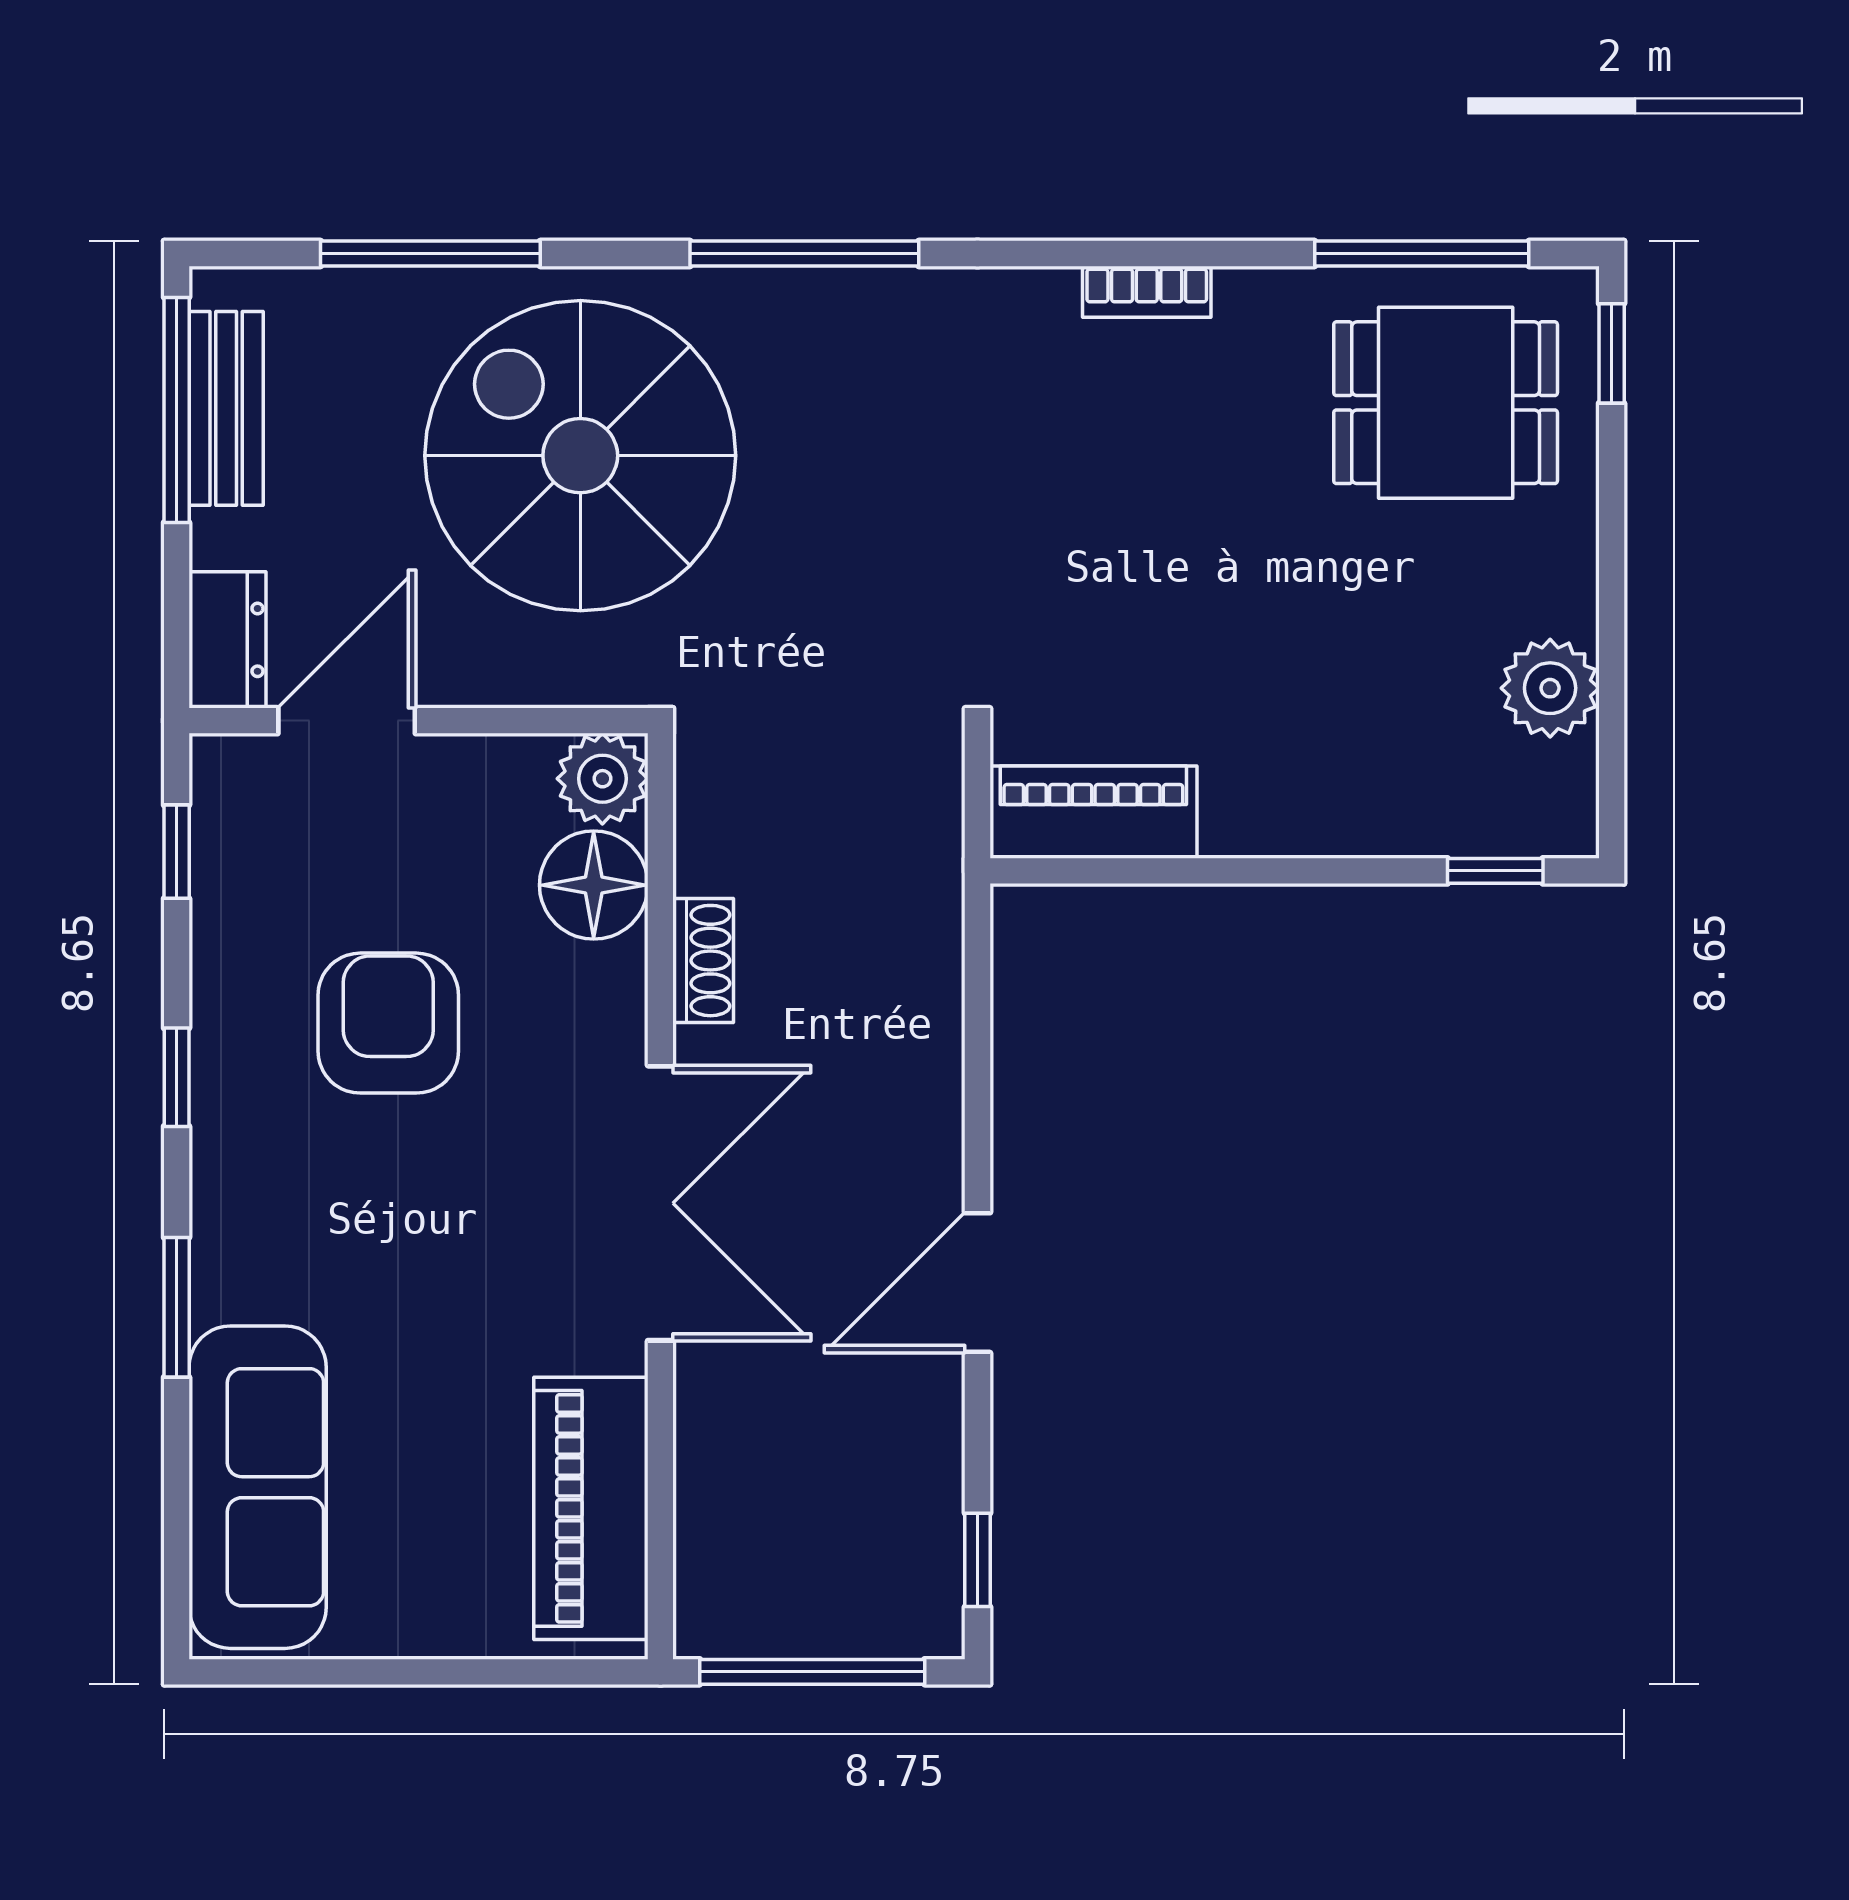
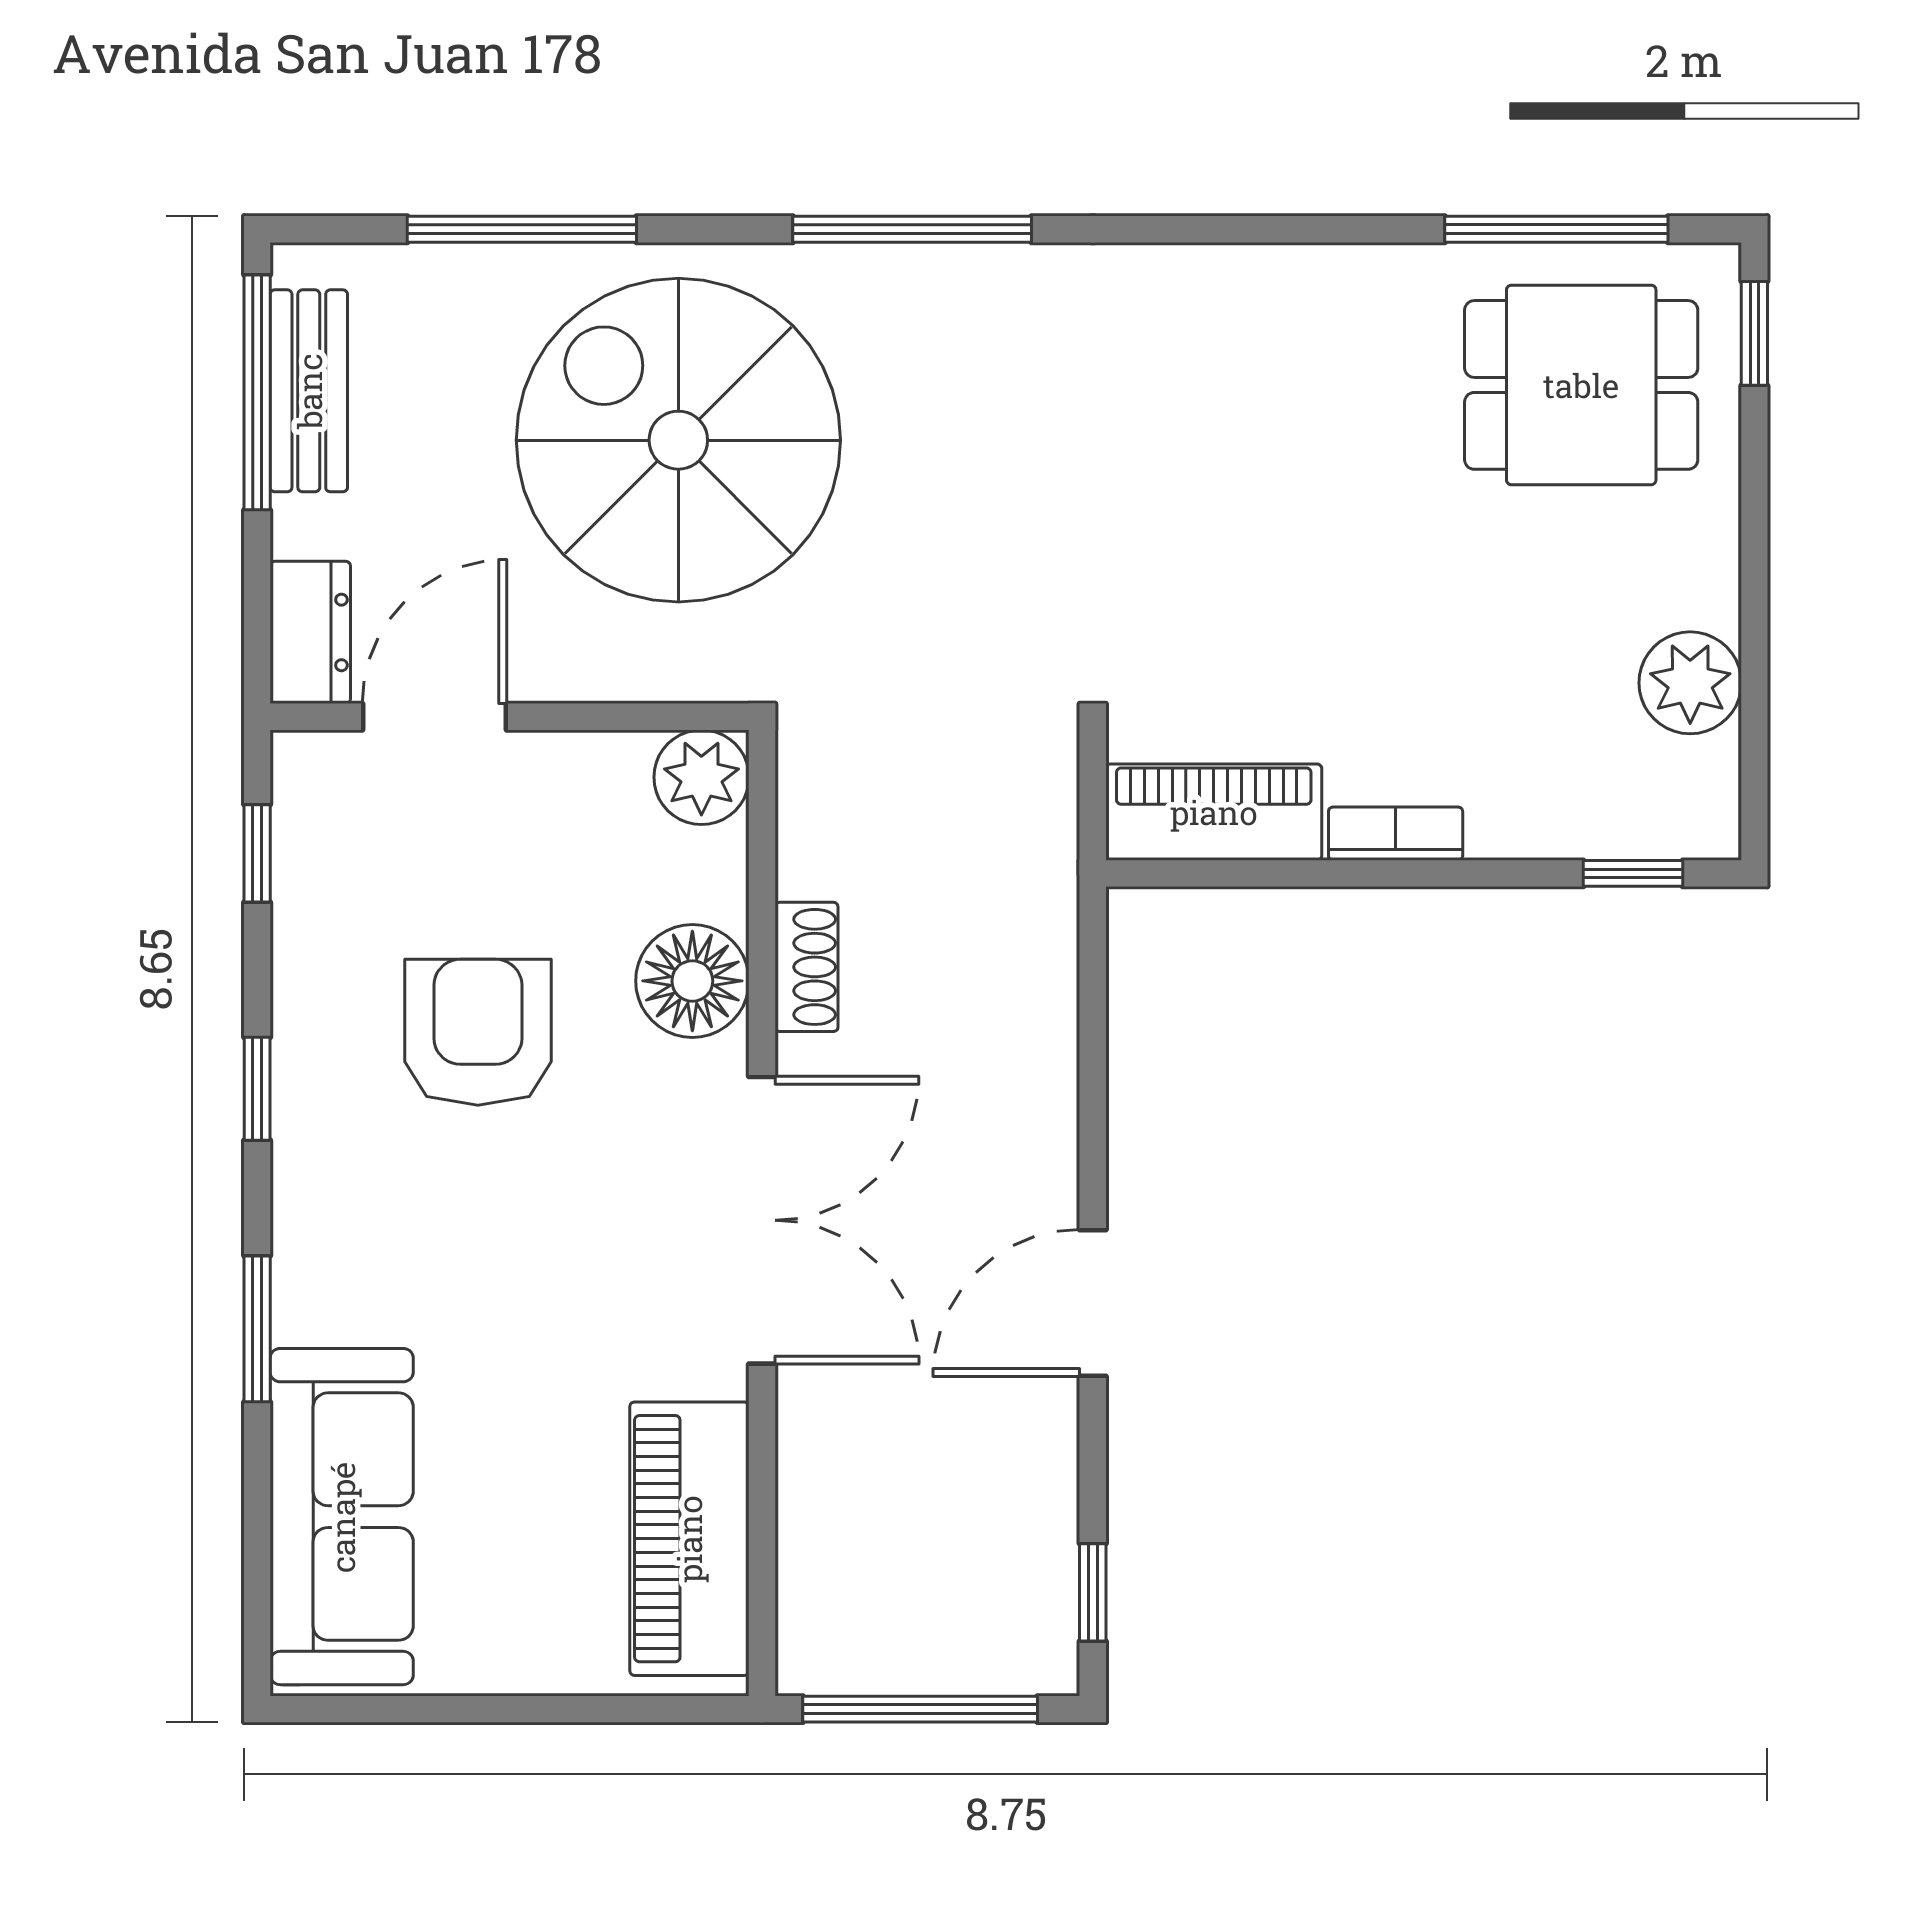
bookcase: (1147, 292) -> (1396, 834), moved, turned 180
floor lamp: (594, 885) -> (692, 981), moved

